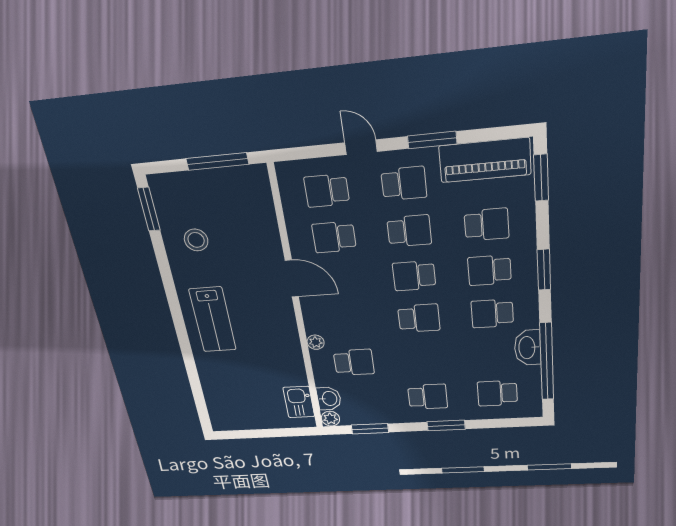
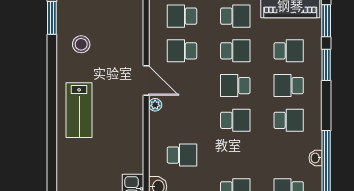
window: (544, 270) -> (326, 65), moved
school desk: (492, 313) -> (289, 120), turned 180
plant: (316, 342) -> (155, 105), moved
washbasin: (528, 348) -> (316, 158), width x0.52, depth x0.69

